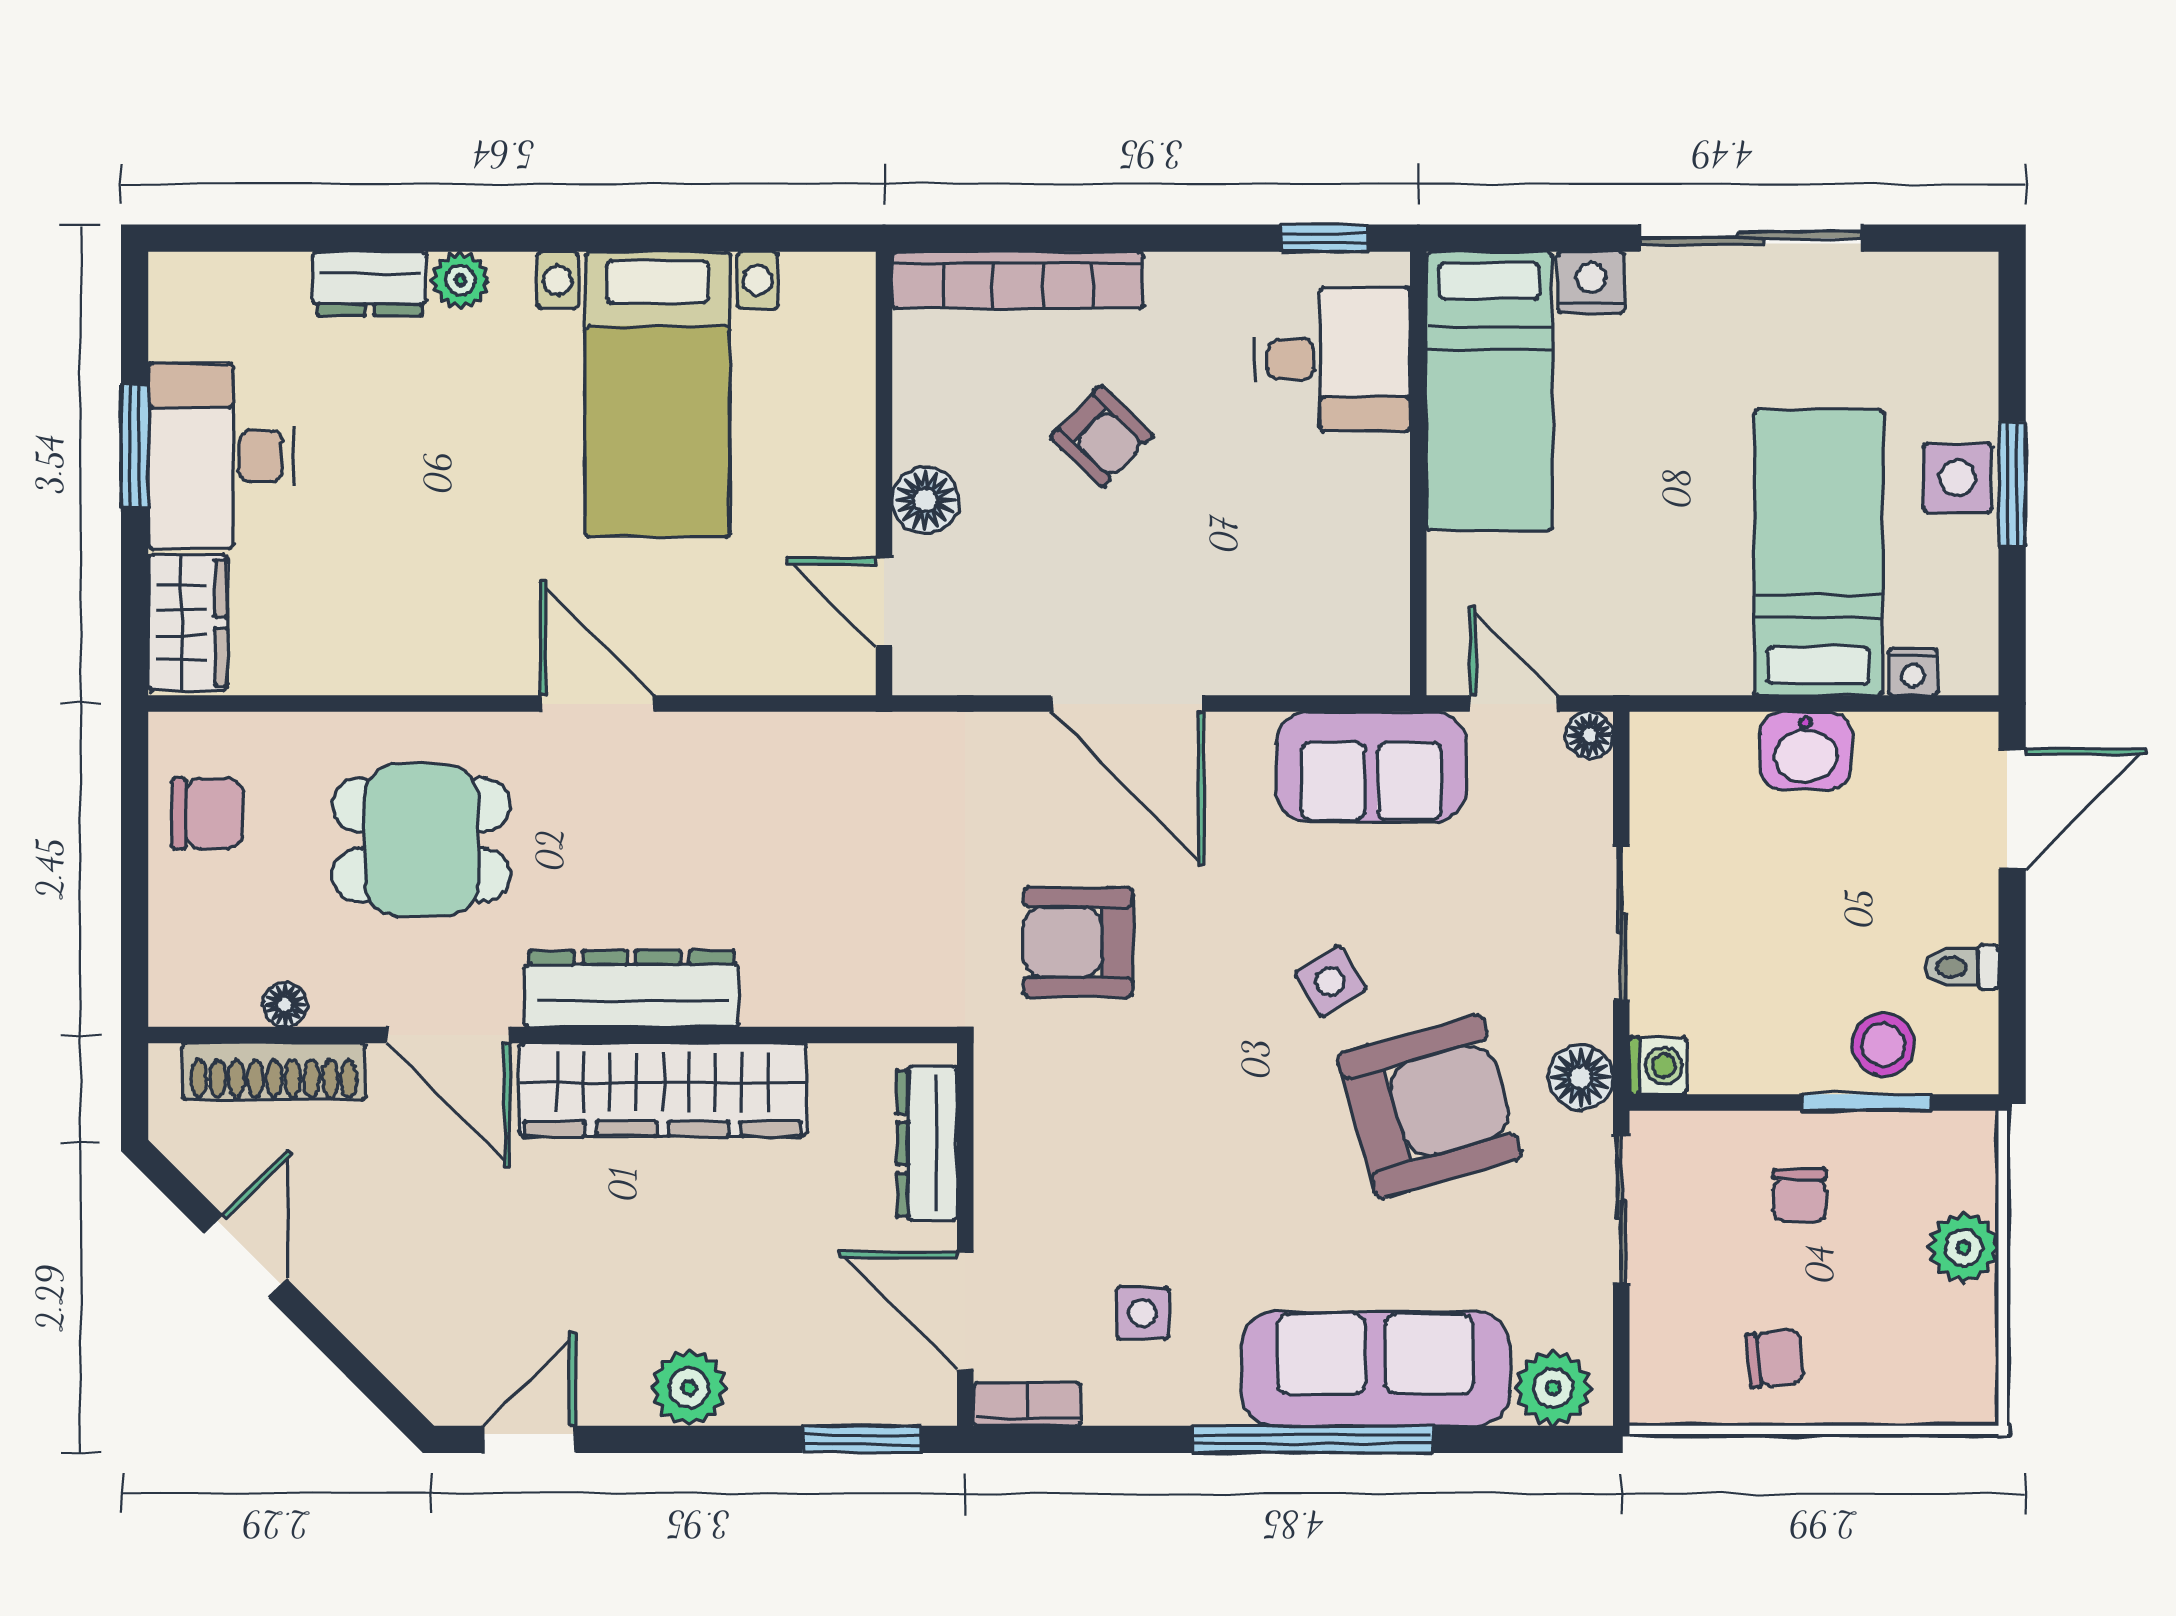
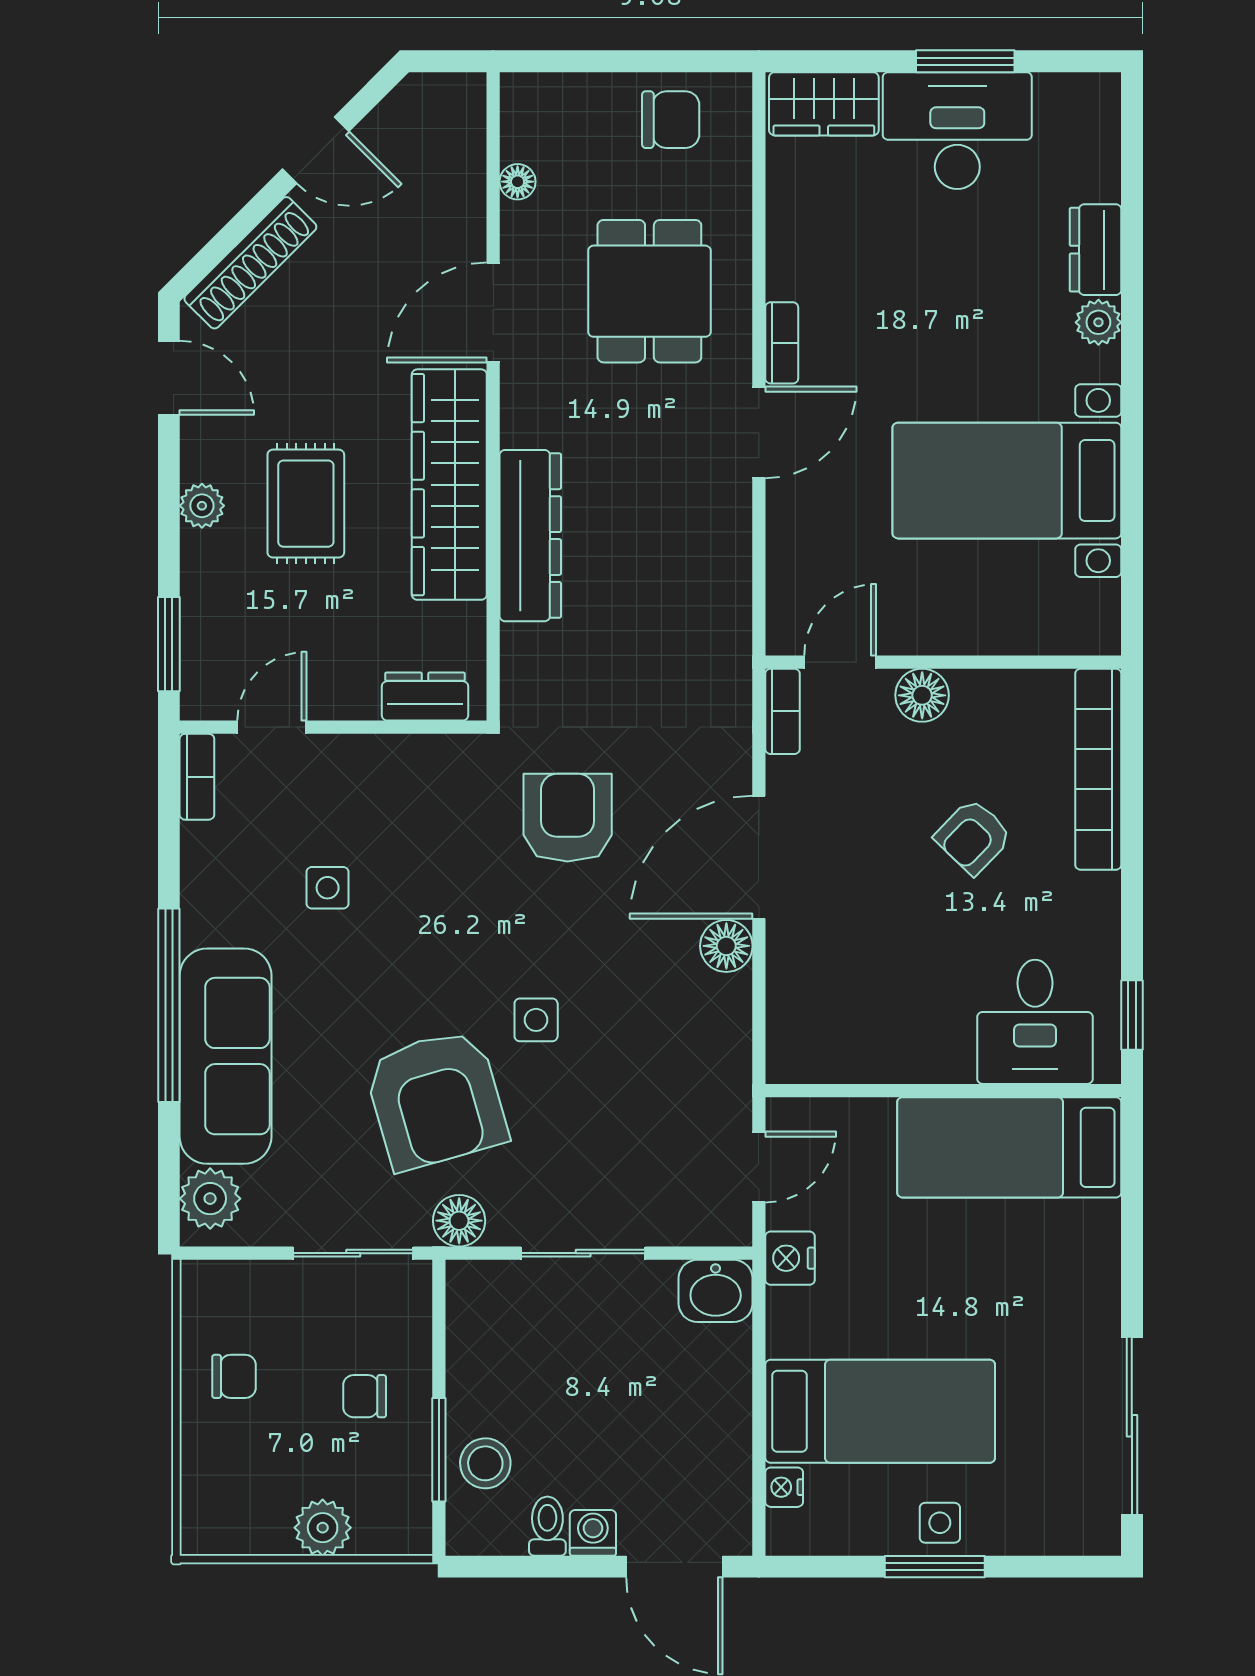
sliding door: (1751, 238) -> (1132, 1426), moved
nightstand: (1591, 282) -> (790, 1258), moved, turned 180
side table: (1957, 478) -> (940, 1523), width x0.73, depth x0.73
bookcase: (946, 674) -> (782, 711), added
bookcase: (486, 675) -> (782, 343), added
floor lamp: (1589, 735) -> (726, 946), moved, width x1.37, depth x1.37
washbasin: (1806, 751) -> (716, 1291), moved, turned -90
sofa: (1371, 767) -> (708, 1053), removed
chair: (207, 813) -> (671, 120), turned -90
side table: (1330, 981) -> (536, 1020), turned 32
dresser: (632, 989) -> (530, 536), moved
washing machine: (1658, 1066) -> (593, 1533), moved, turned 180
shoe rack: (274, 1071) -> (250, 263), moved, turned -135
dresser: (927, 1143) -> (425, 696), width x0.70
rug: (686, 1269) -> (306, 504), added
door: (965, 1311) -> (272, 727), width x0.73
side table: (1142, 1313) -> (328, 888), moved
chair: (1775, 1358) -> (234, 1376), turned -84
plant: (689, 1388) -> (202, 506), width x0.73, depth x0.73

